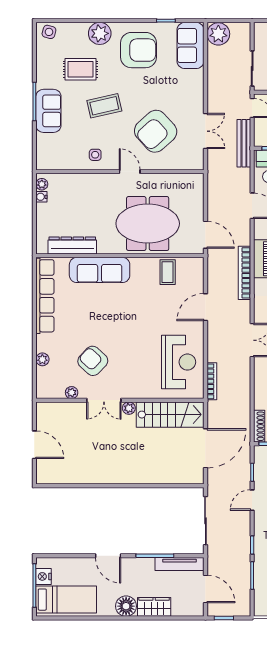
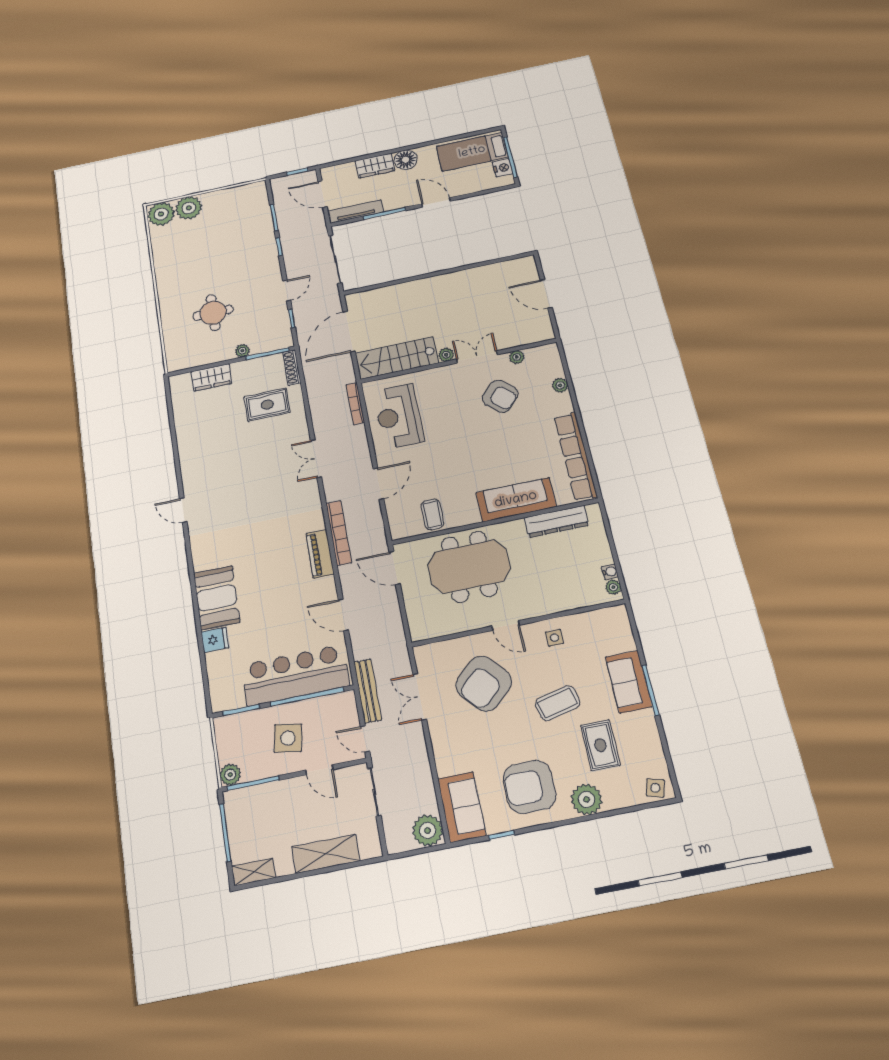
rug: (81, 69) -> (600, 745), turned 90
armchair: (156, 131) -> (484, 683), turned 180

